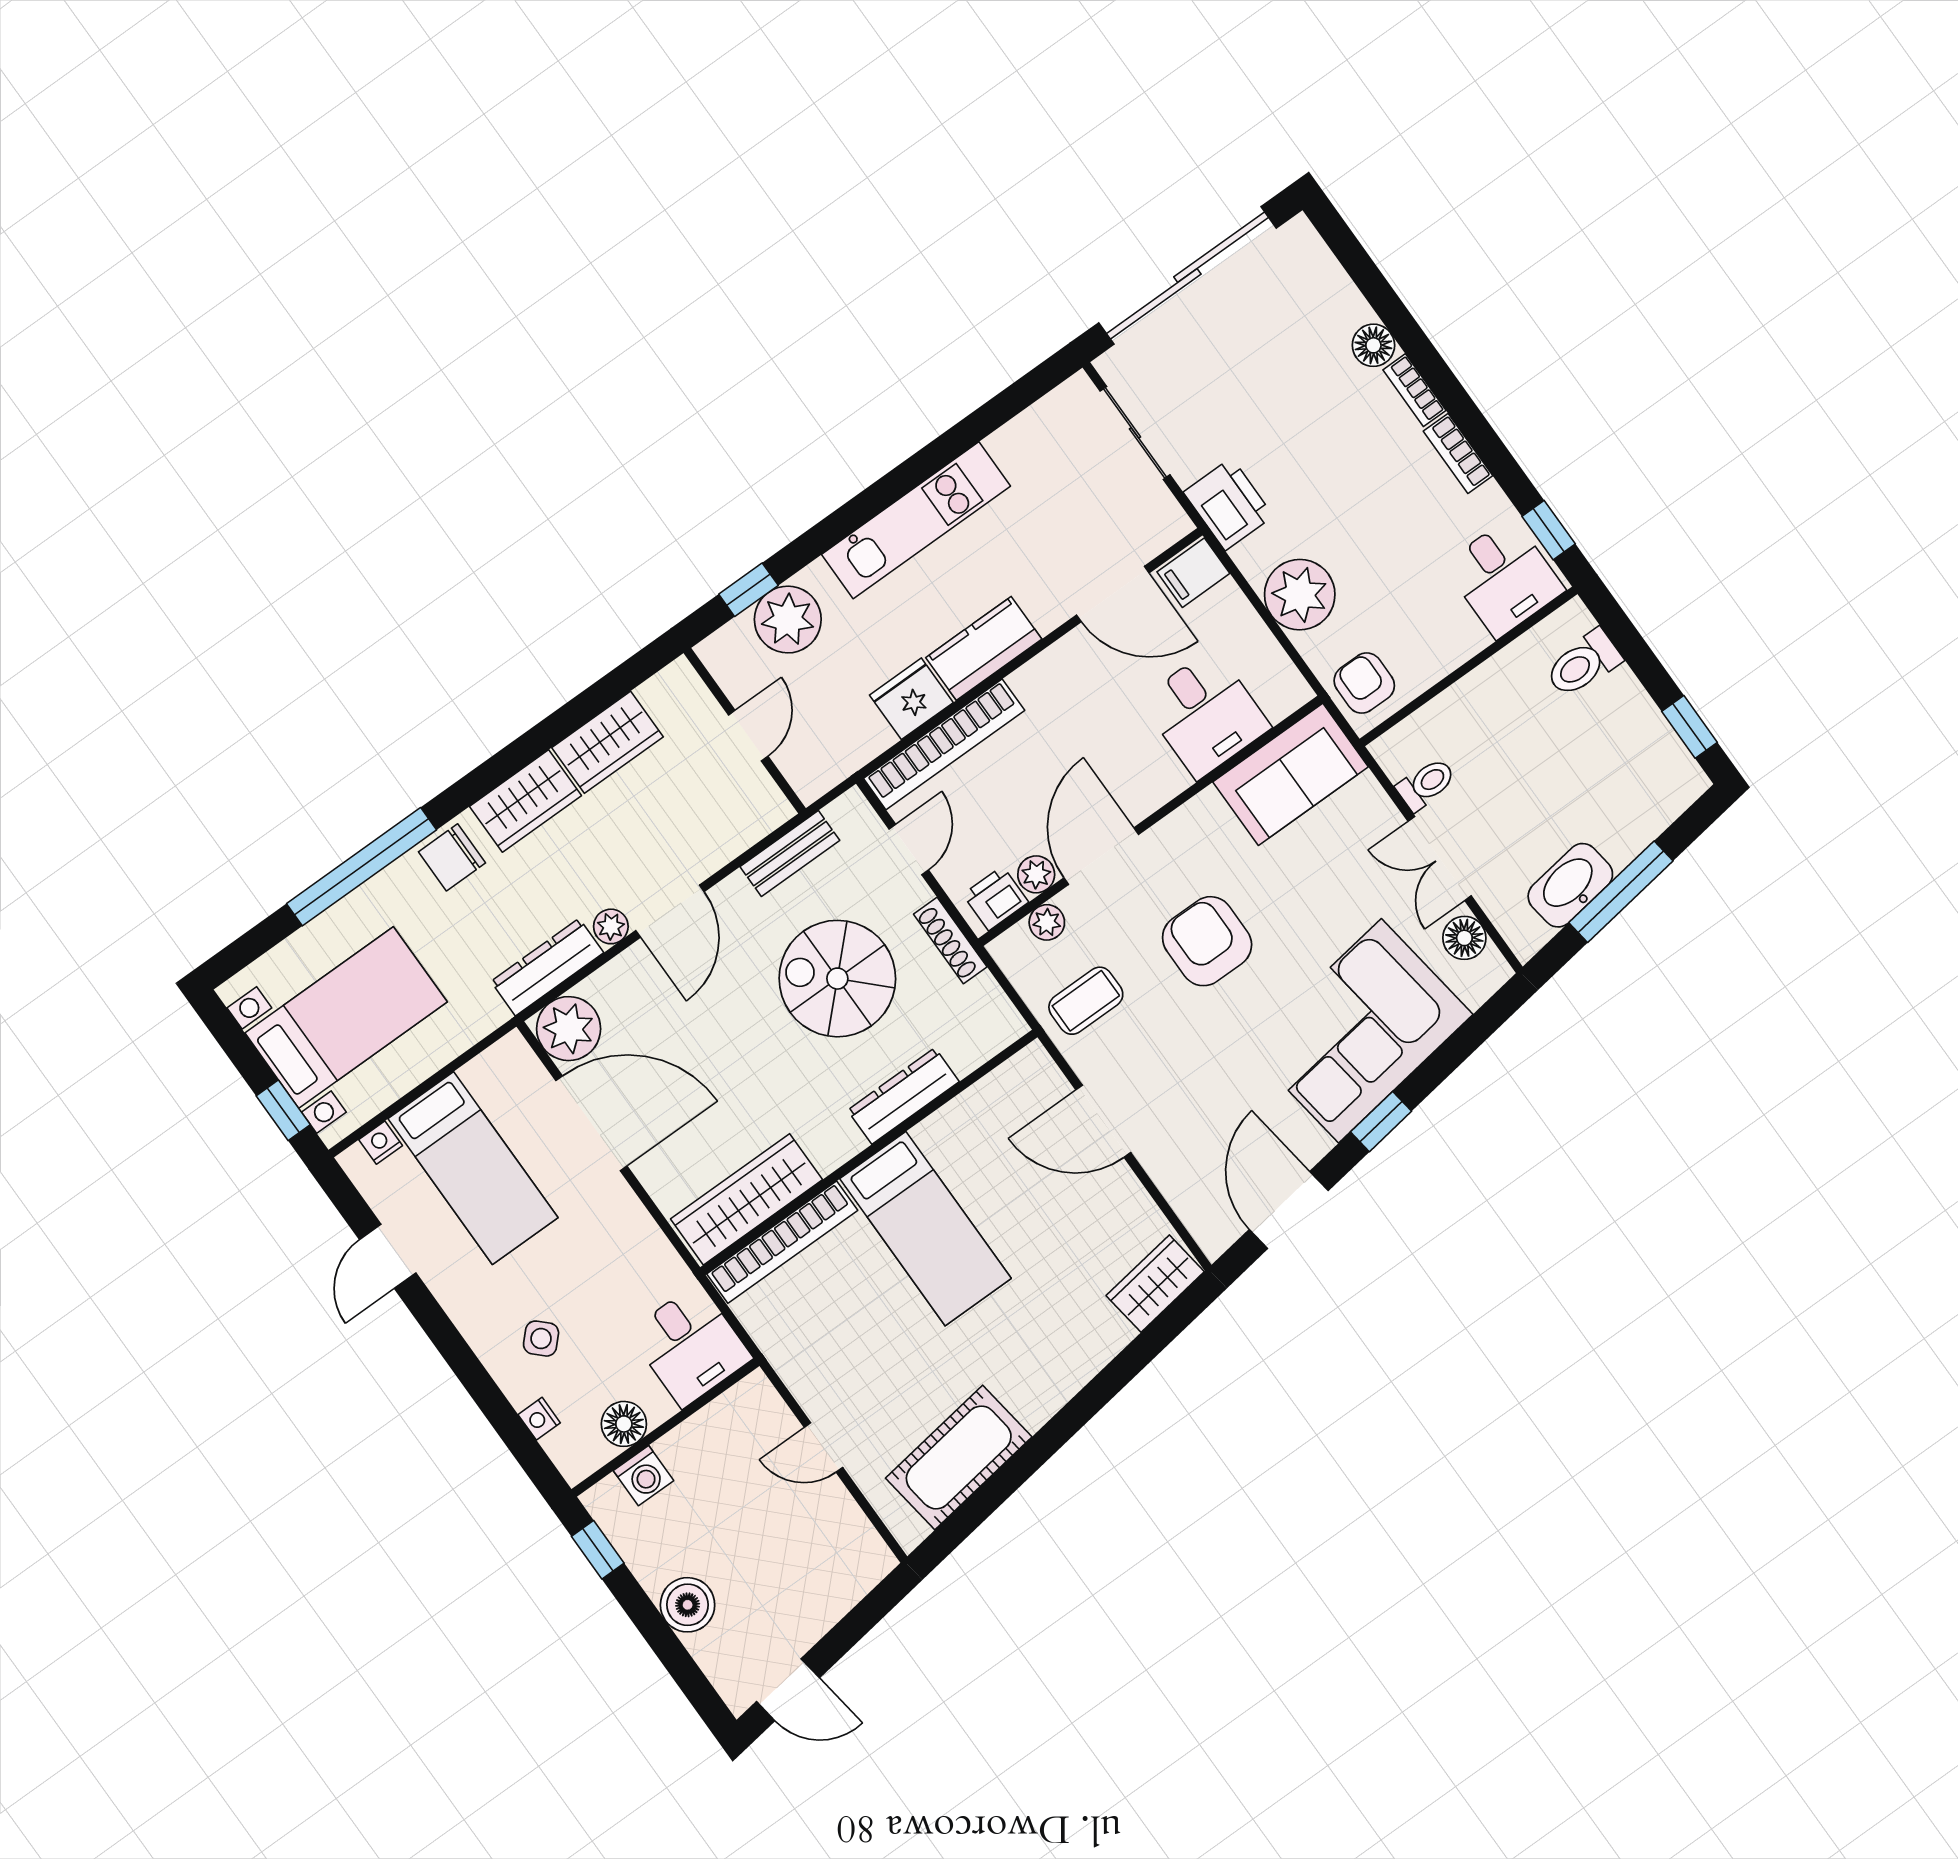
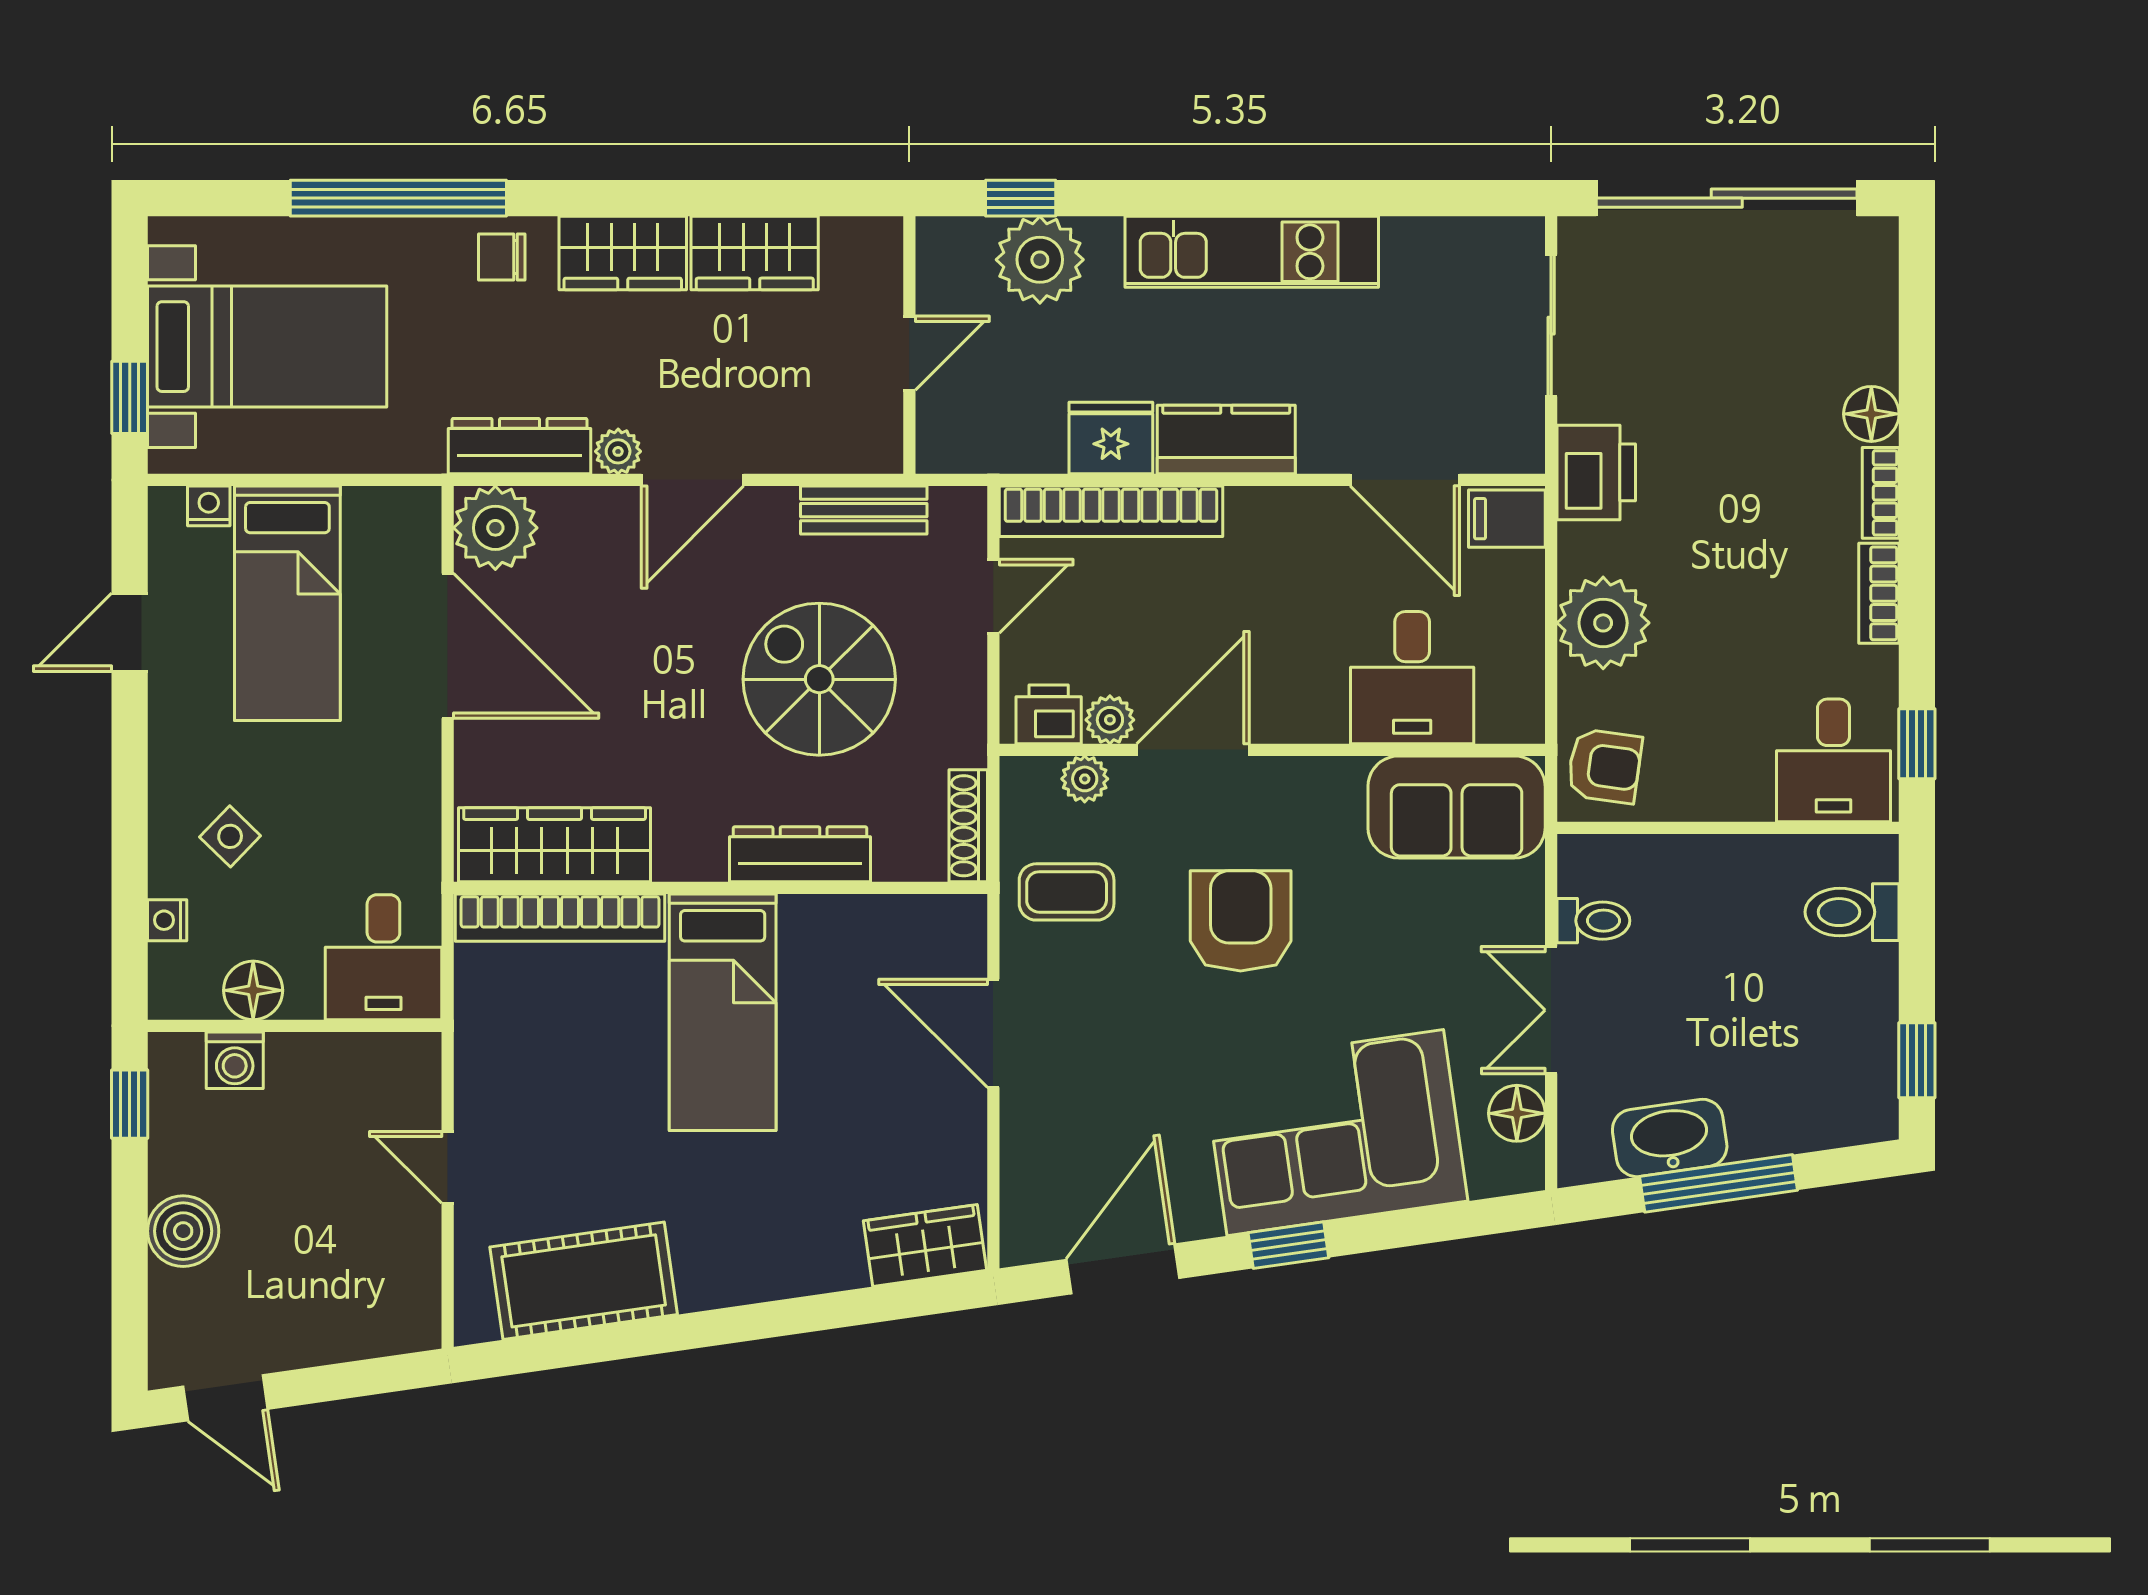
armchair: (1364, 683) -> (1604, 766), turned 98
chair: (452, 857) -> (502, 257), width x0.73, depth x0.73
shoe rack: (950, 941) -> (968, 826), moved

